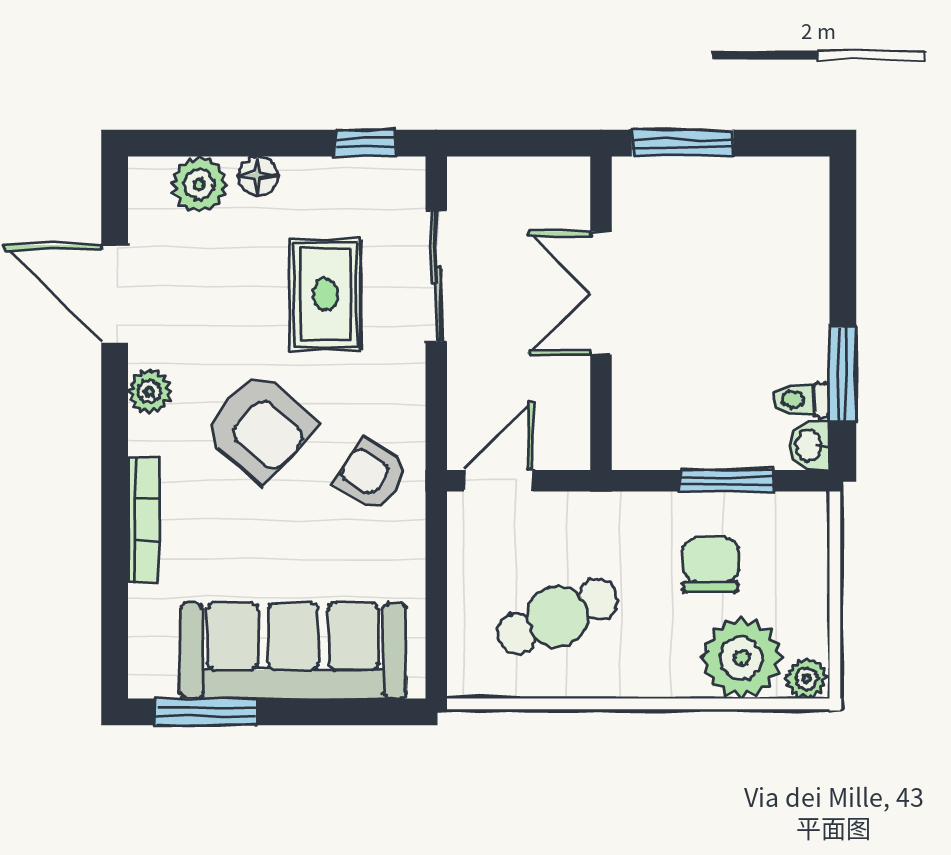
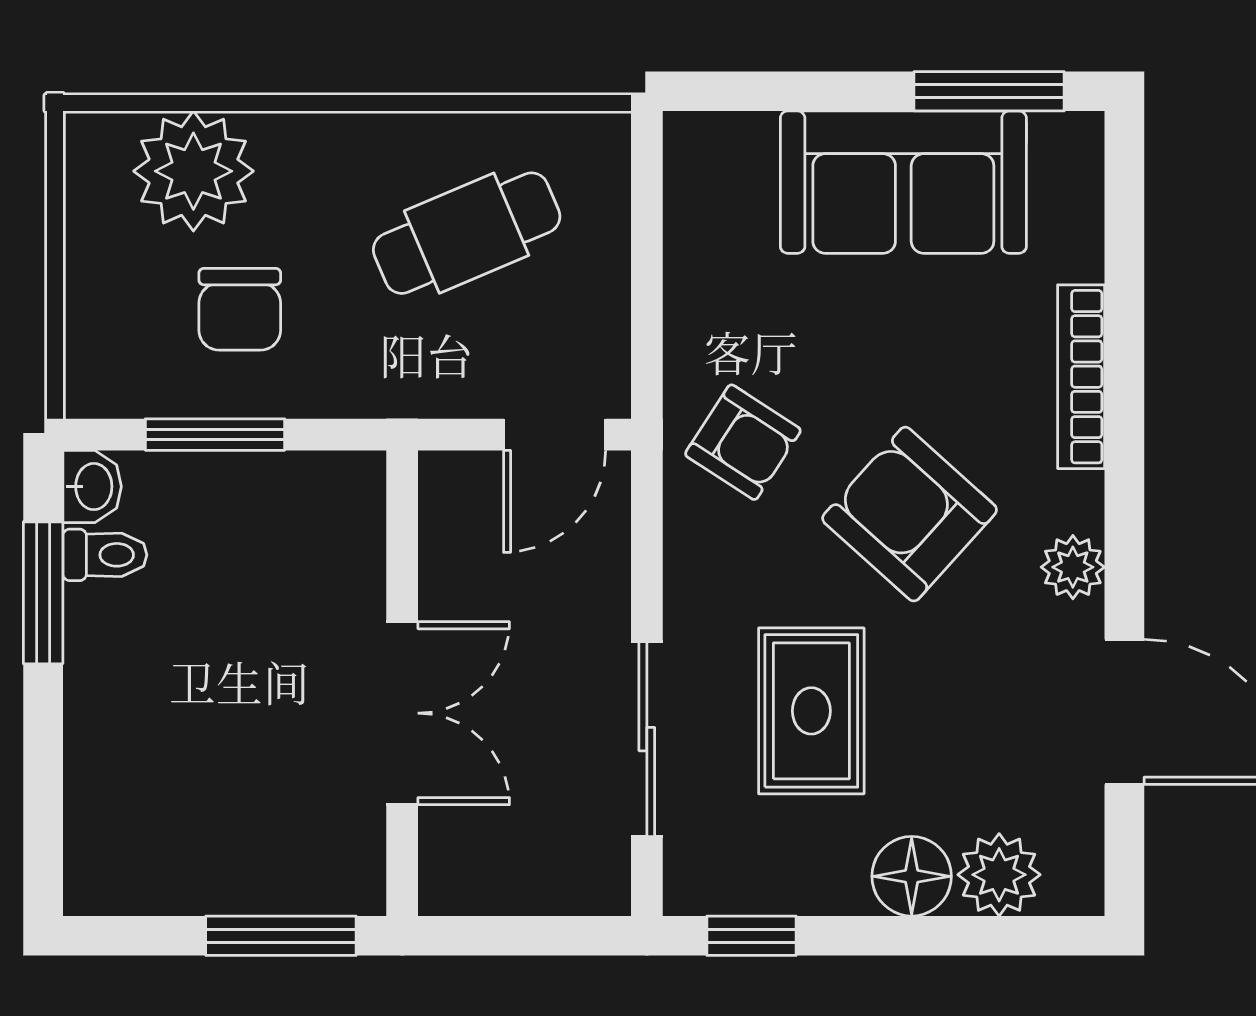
floor lamp: (258, 176) -> (912, 876), width x1.37, depth x1.37
sofa: (293, 651) -> (903, 182), width x0.73
plant: (806, 678) -> (97, 141), removed

